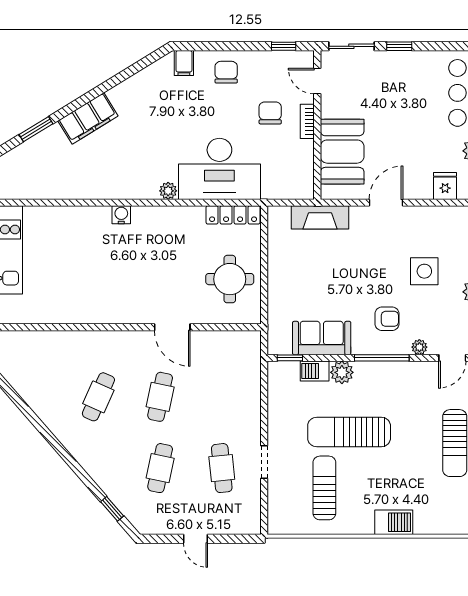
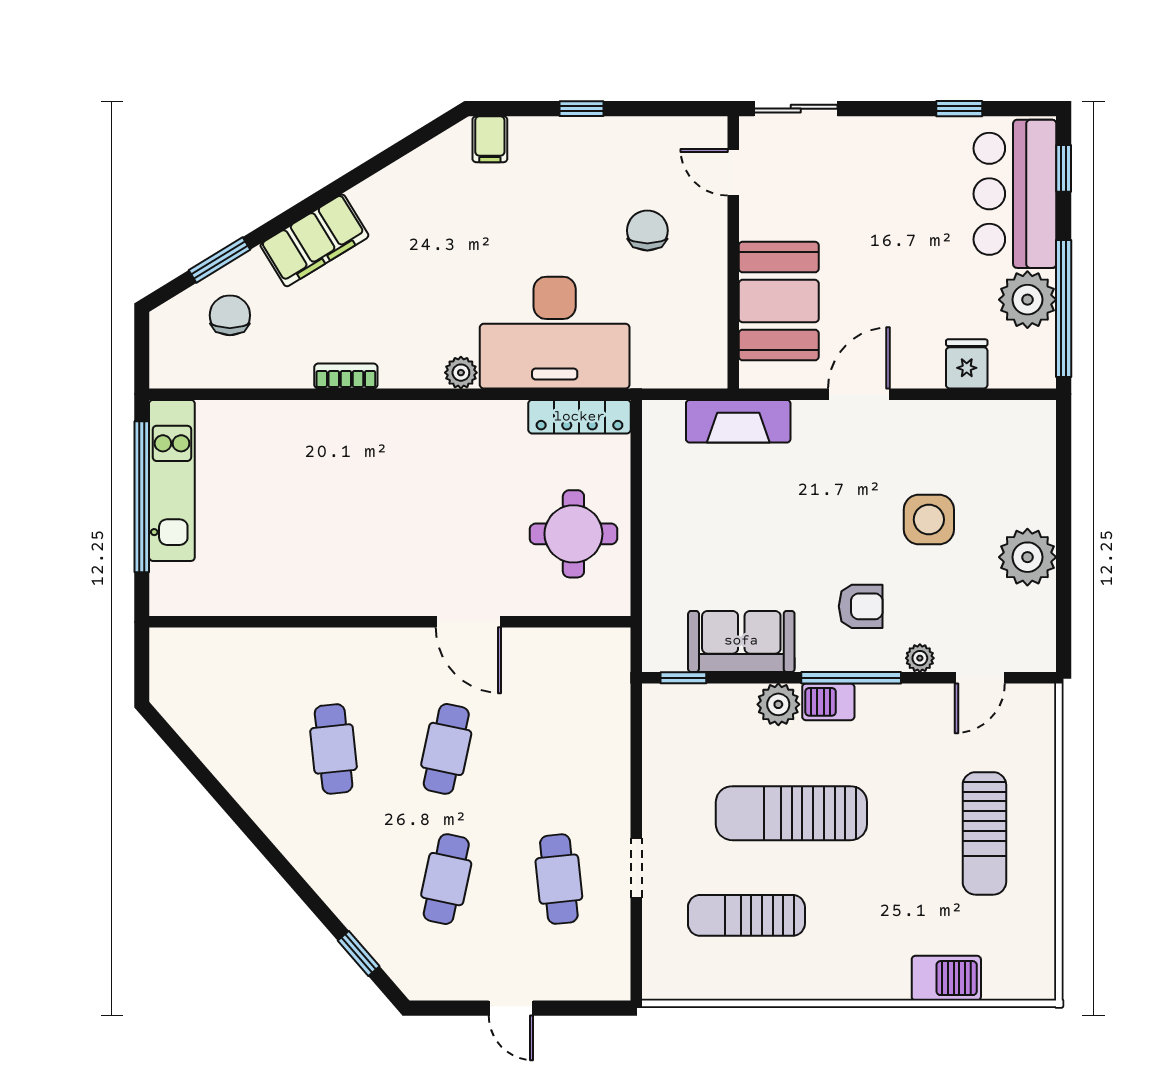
window: (284, 46) -> (582, 109), moved
window: (399, 46) -> (959, 109), moved
chair: (226, 72) -> (230, 315), moved
bookcase: (307, 121) -> (346, 376), moved, turned 90
water cooler: (121, 215) -> (375, 416), removed
barbecue: (315, 371) -> (828, 702), moved
cafe table: (98, 397) -> (334, 749), turned -30
sun lounger: (324, 488) -> (746, 915), turned -90
barbecue: (394, 522) -> (946, 978), moved

